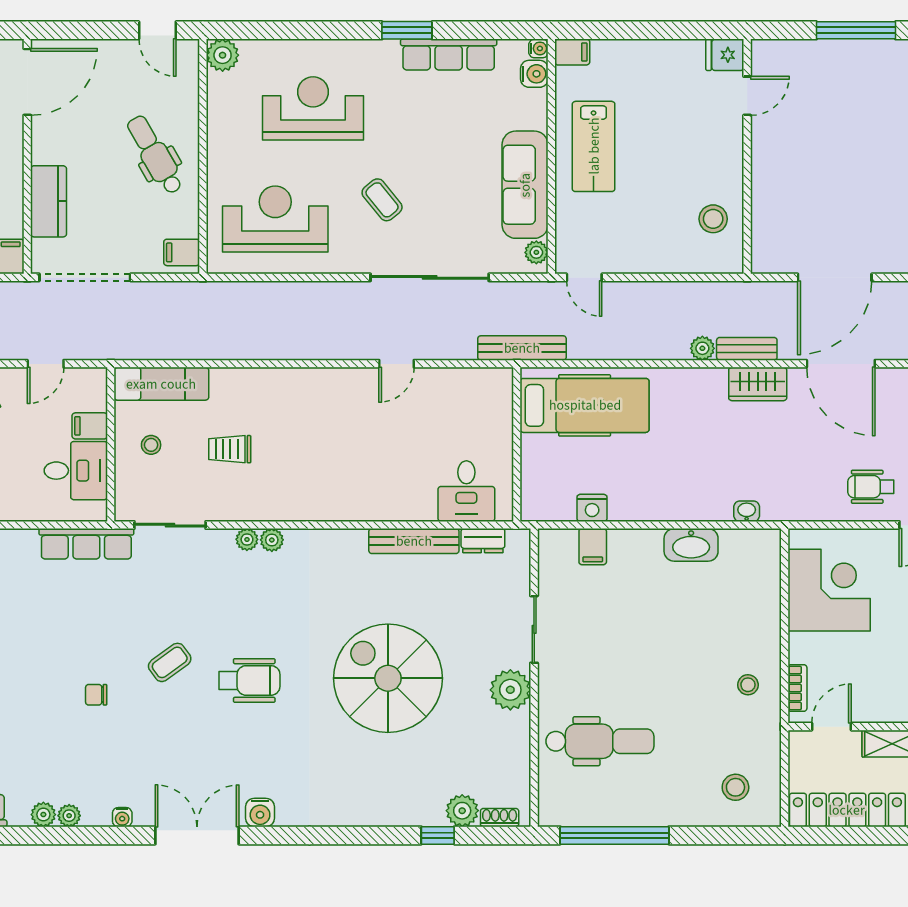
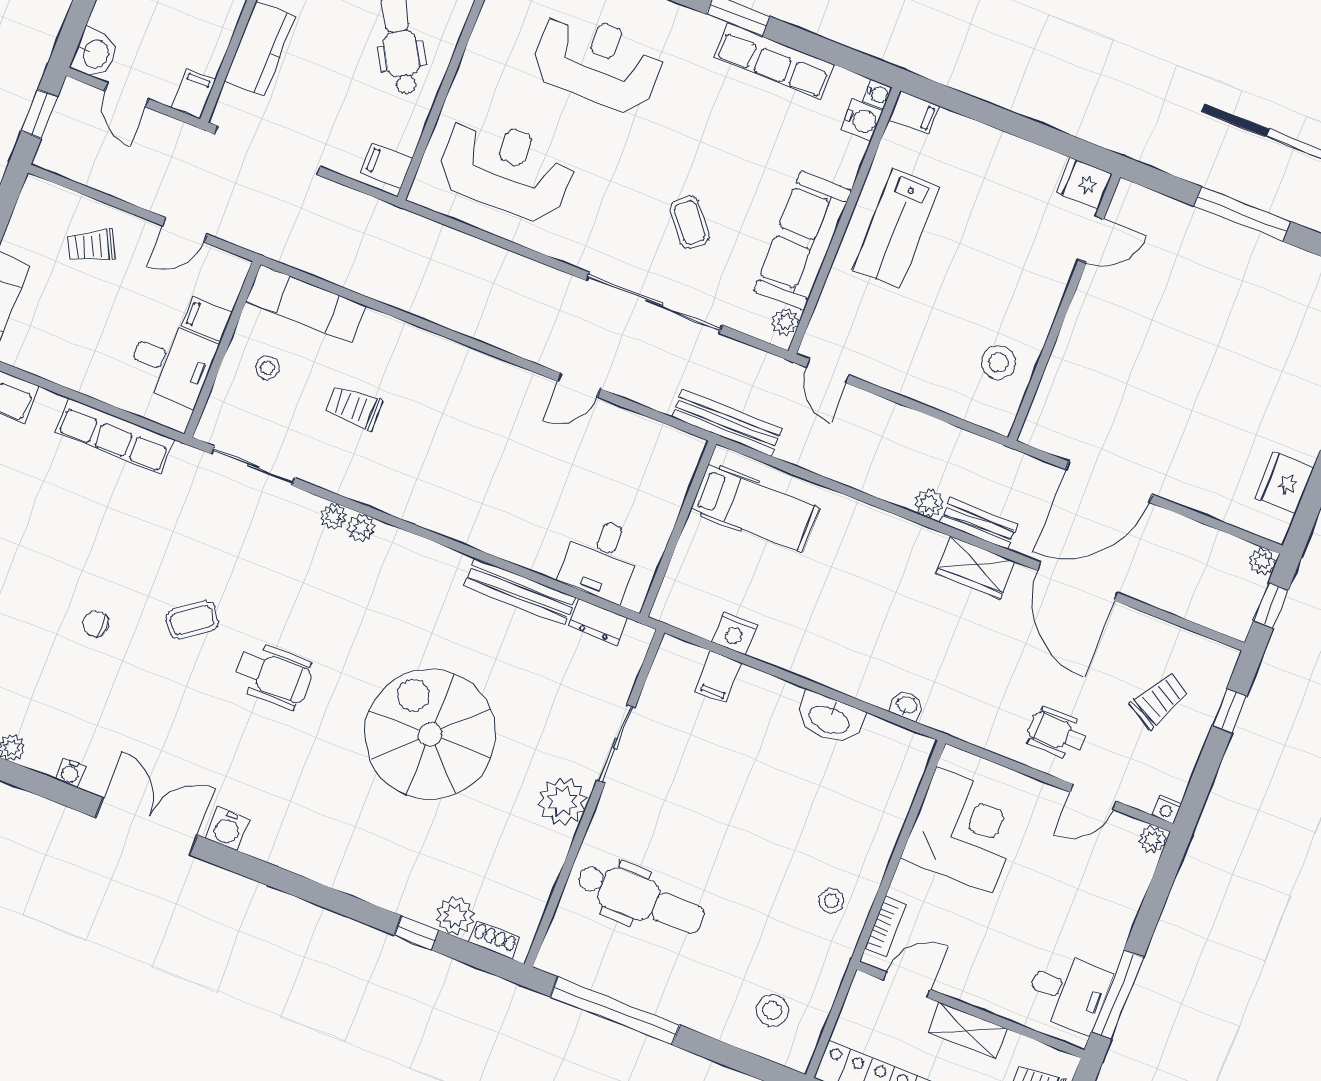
coffee table: (382, 200) -> (690, 222), moved
hospital bed: (585, 405) -> (755, 509), width x0.73, depth x0.78
row of seats: (86, 544) -> (115, 436), moved

